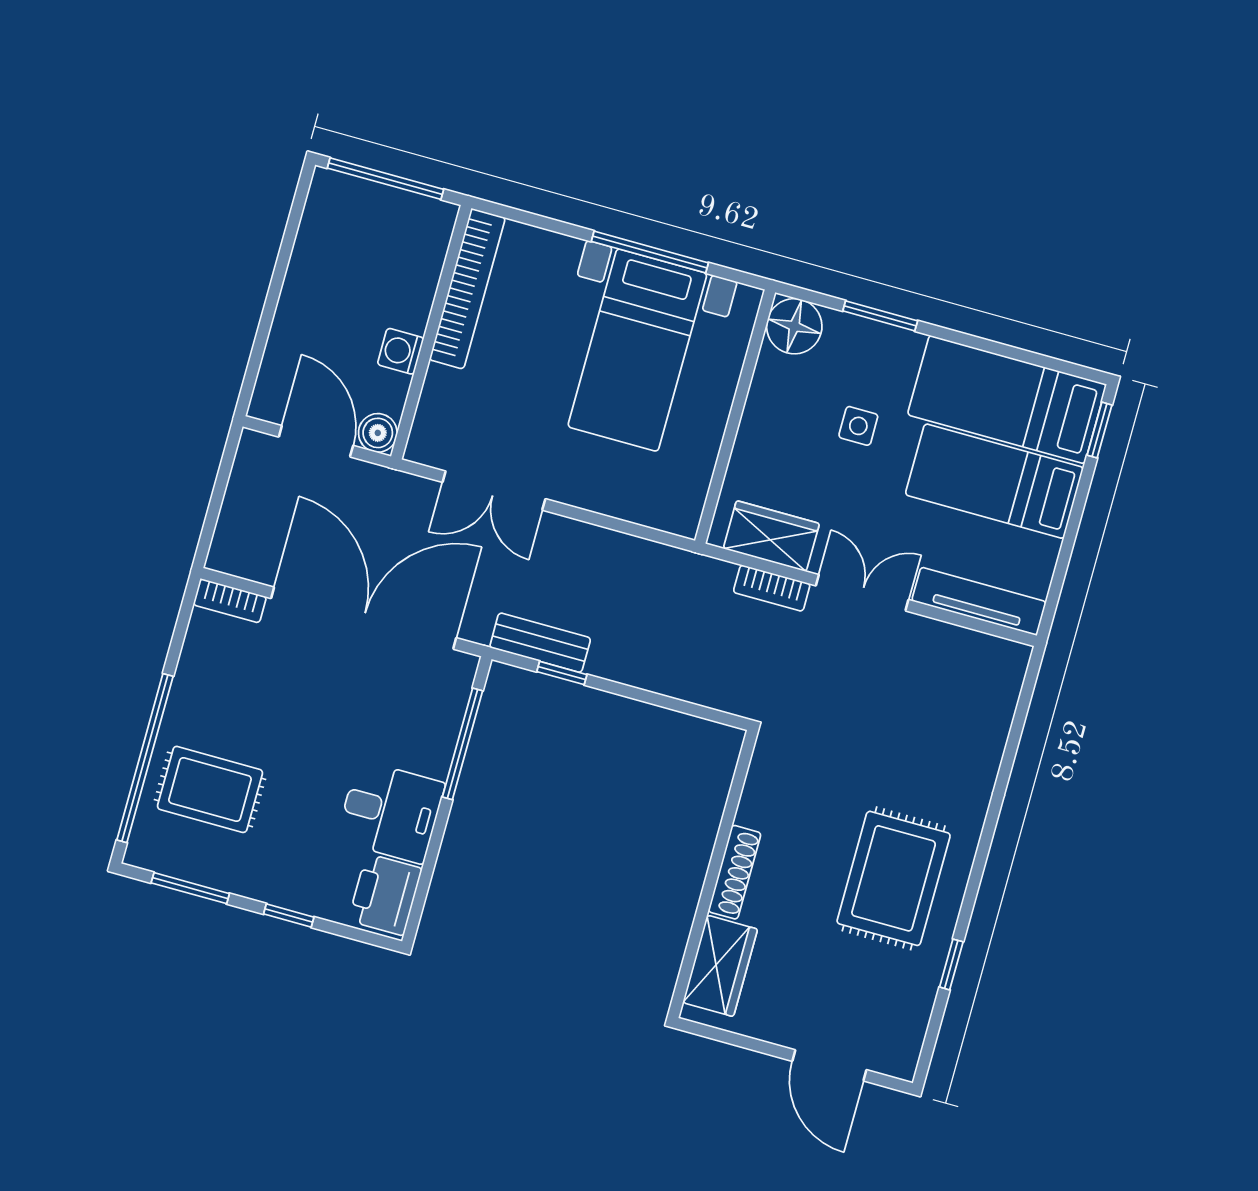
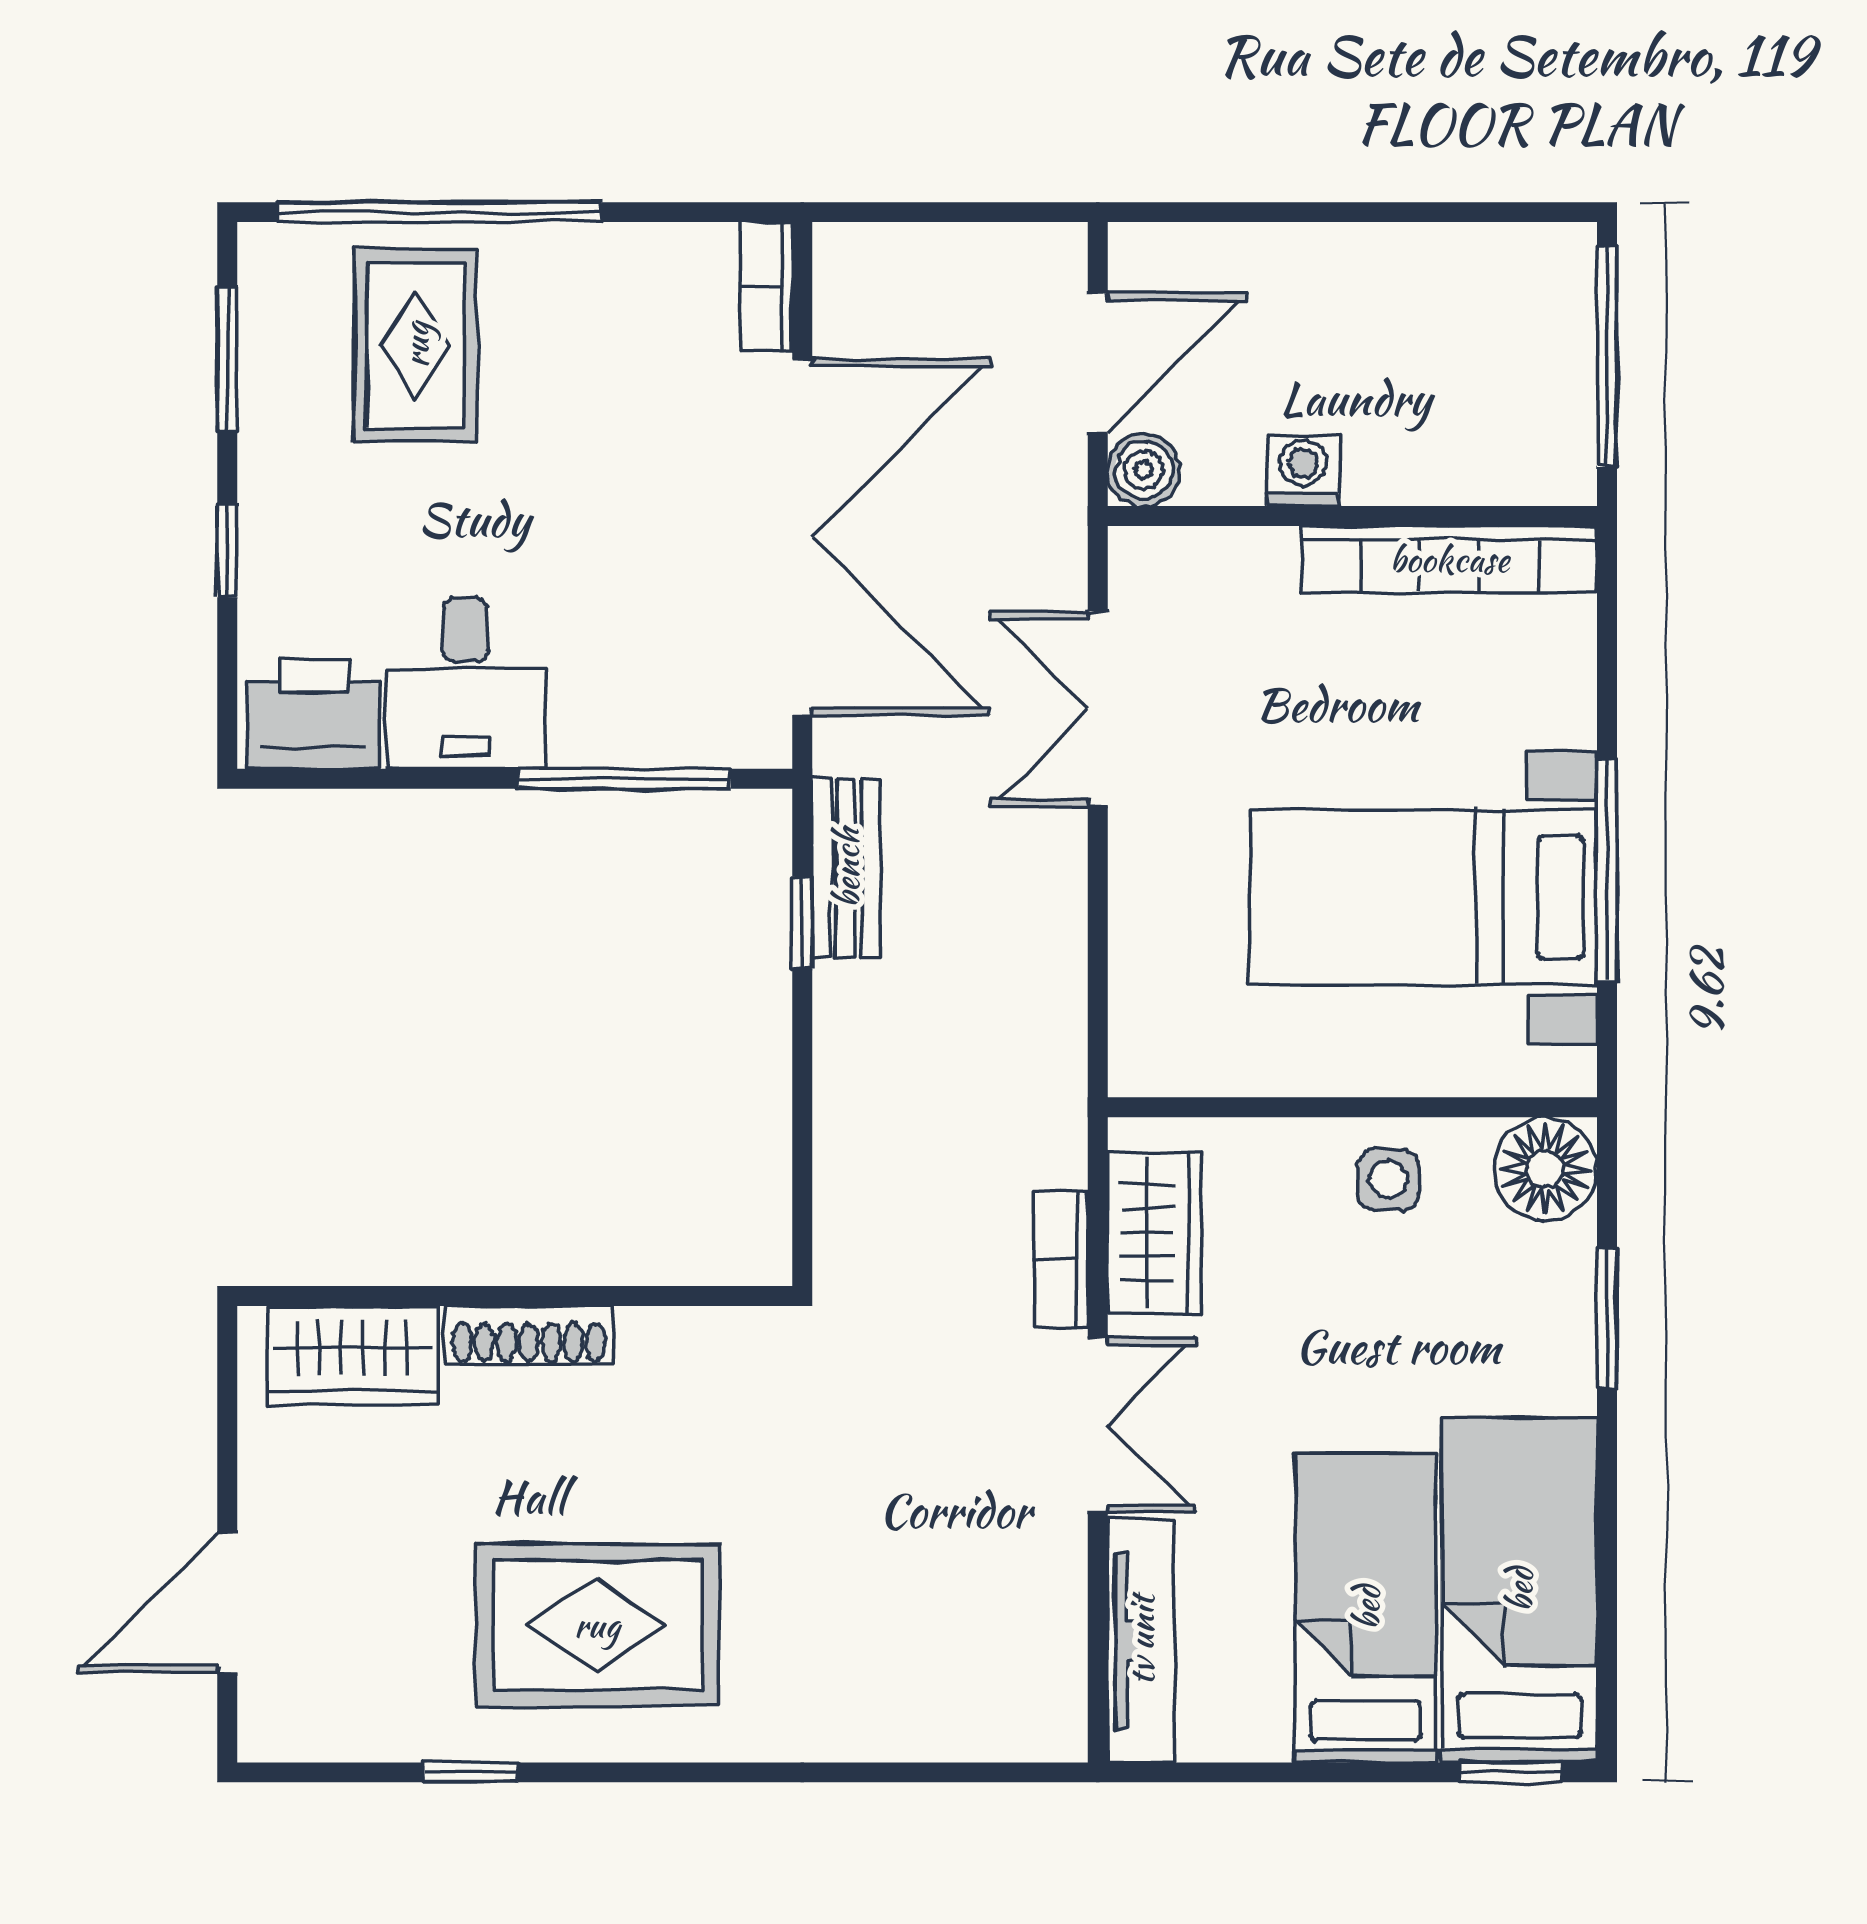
side table: (858, 426) -> (1388, 1180), moved

